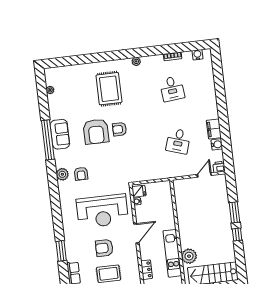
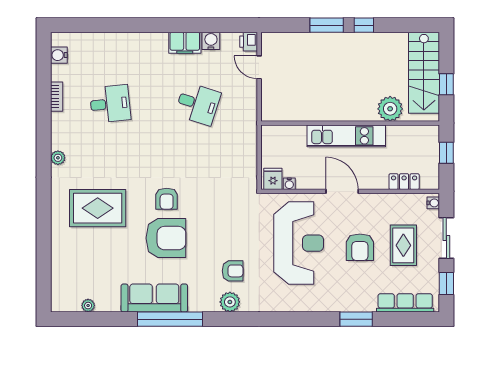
sofa: (60, 134) -> (154, 298), width x1.36
kitchen unit: (172, 253) -> (346, 136), moved

